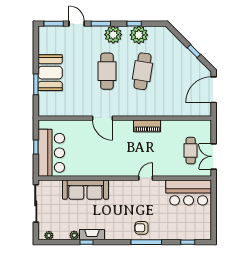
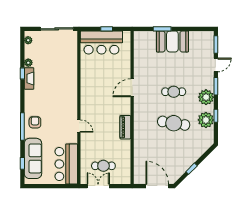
cafe table: (107, 71) -> (174, 92), width x0.73, depth x0.74
sofa: (85, 190) -> (33, 158), moved, turned 180

